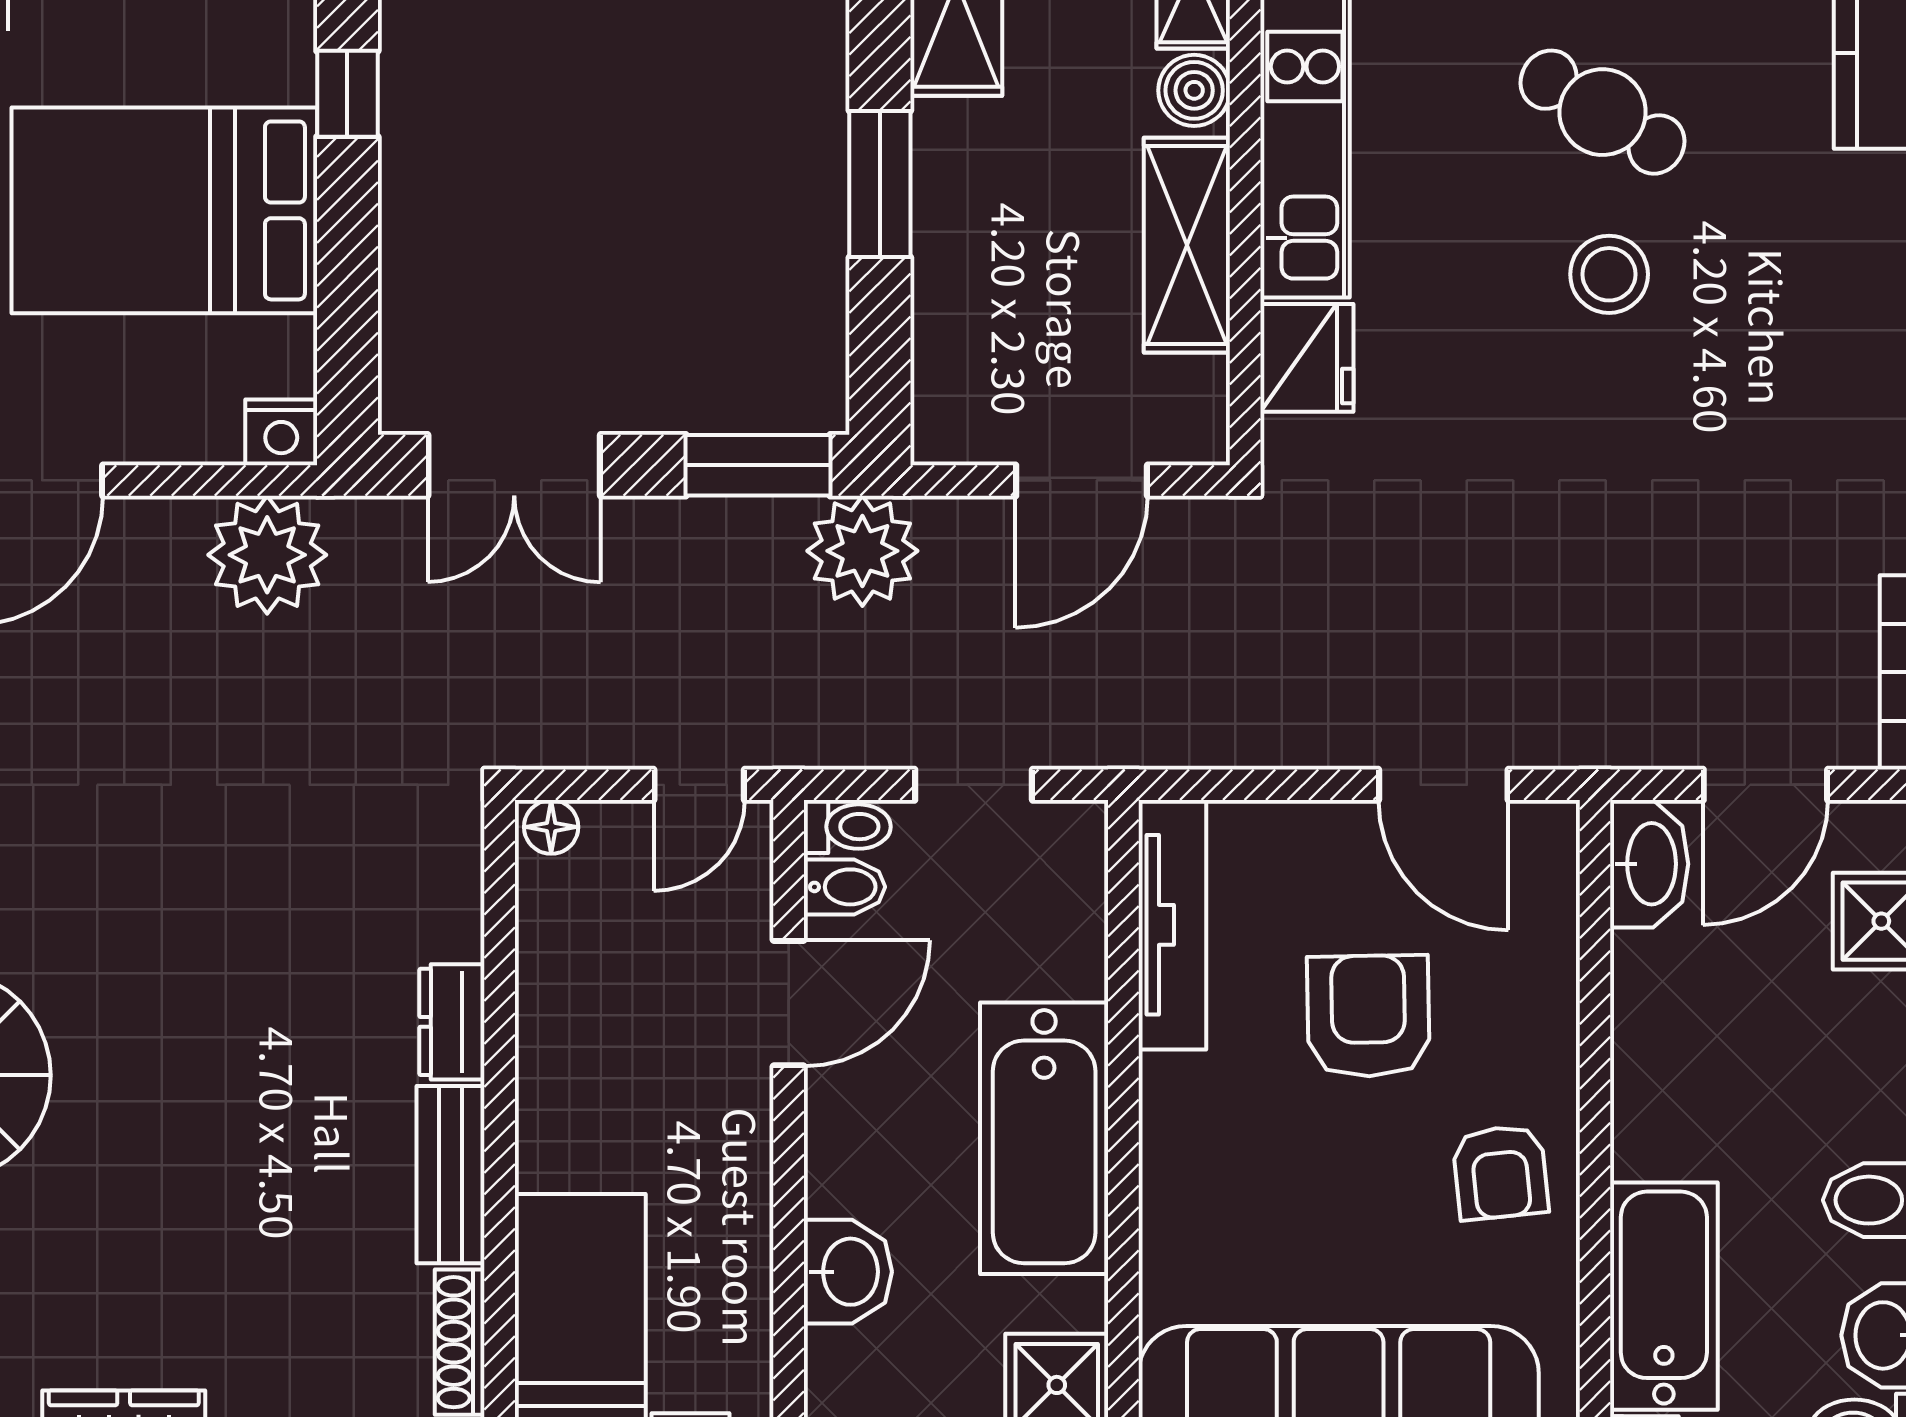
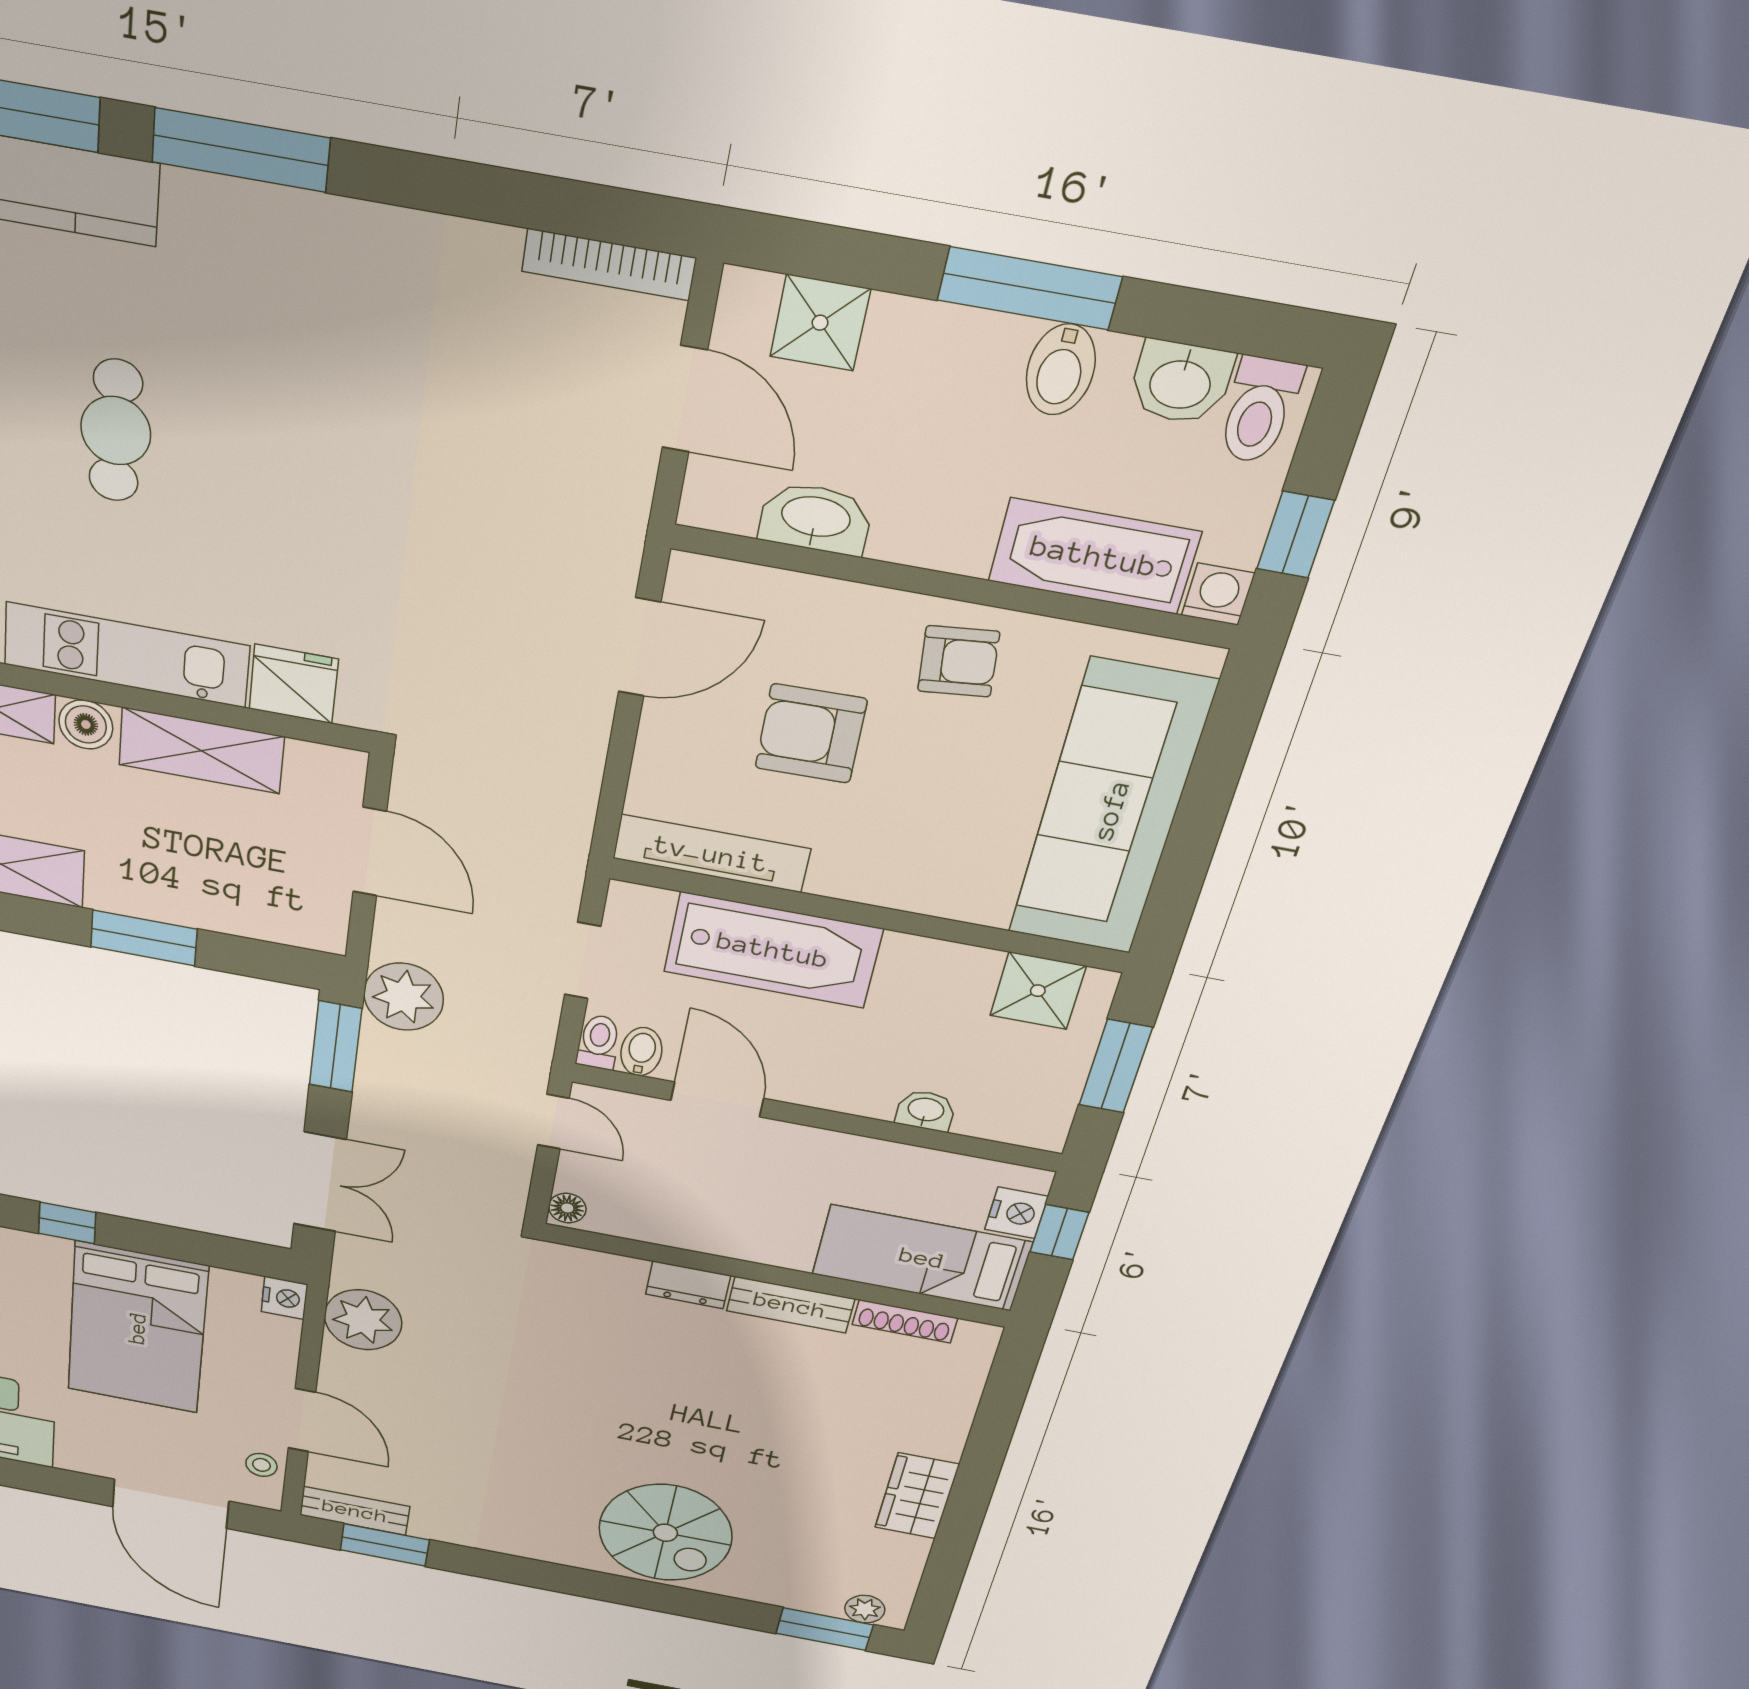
cafe table: (1603, 112) -> (116, 431), turned -31
stool: (1609, 274) -> (247, 449), removed
washbasin: (1649, 864) -> (816, 518), moved
bathtub: (1044, 1138) -> (773, 950), moved
washbasin: (848, 1272) -> (926, 1111), width x0.72, depth x0.69

